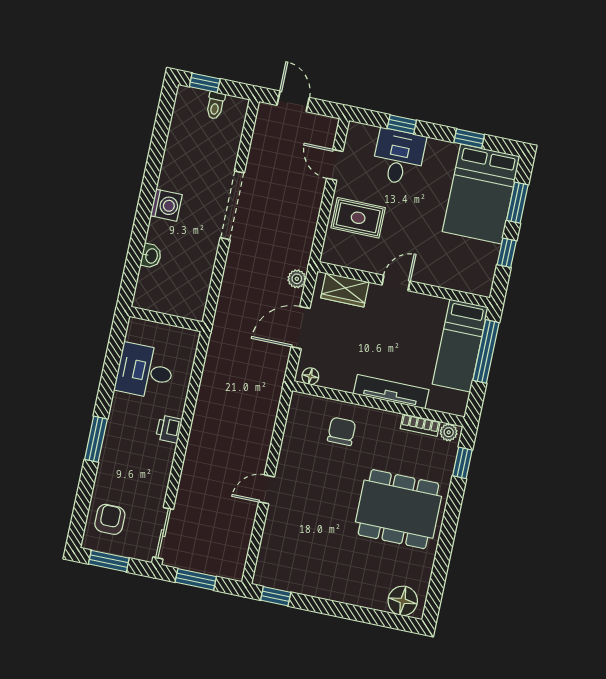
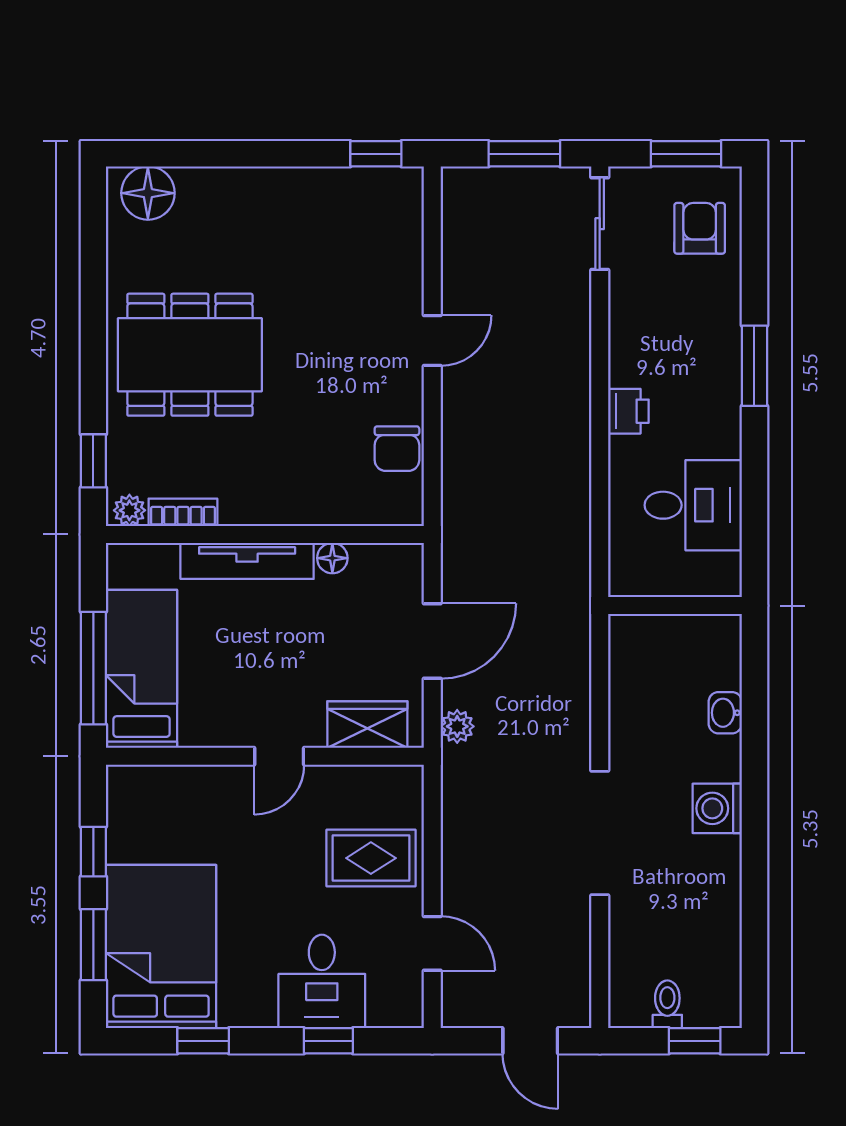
floor lamp: (310, 376) -> (332, 558), moved
chair: (342, 431) -> (397, 449), moved
armchair: (110, 519) -> (700, 228), turned 180

